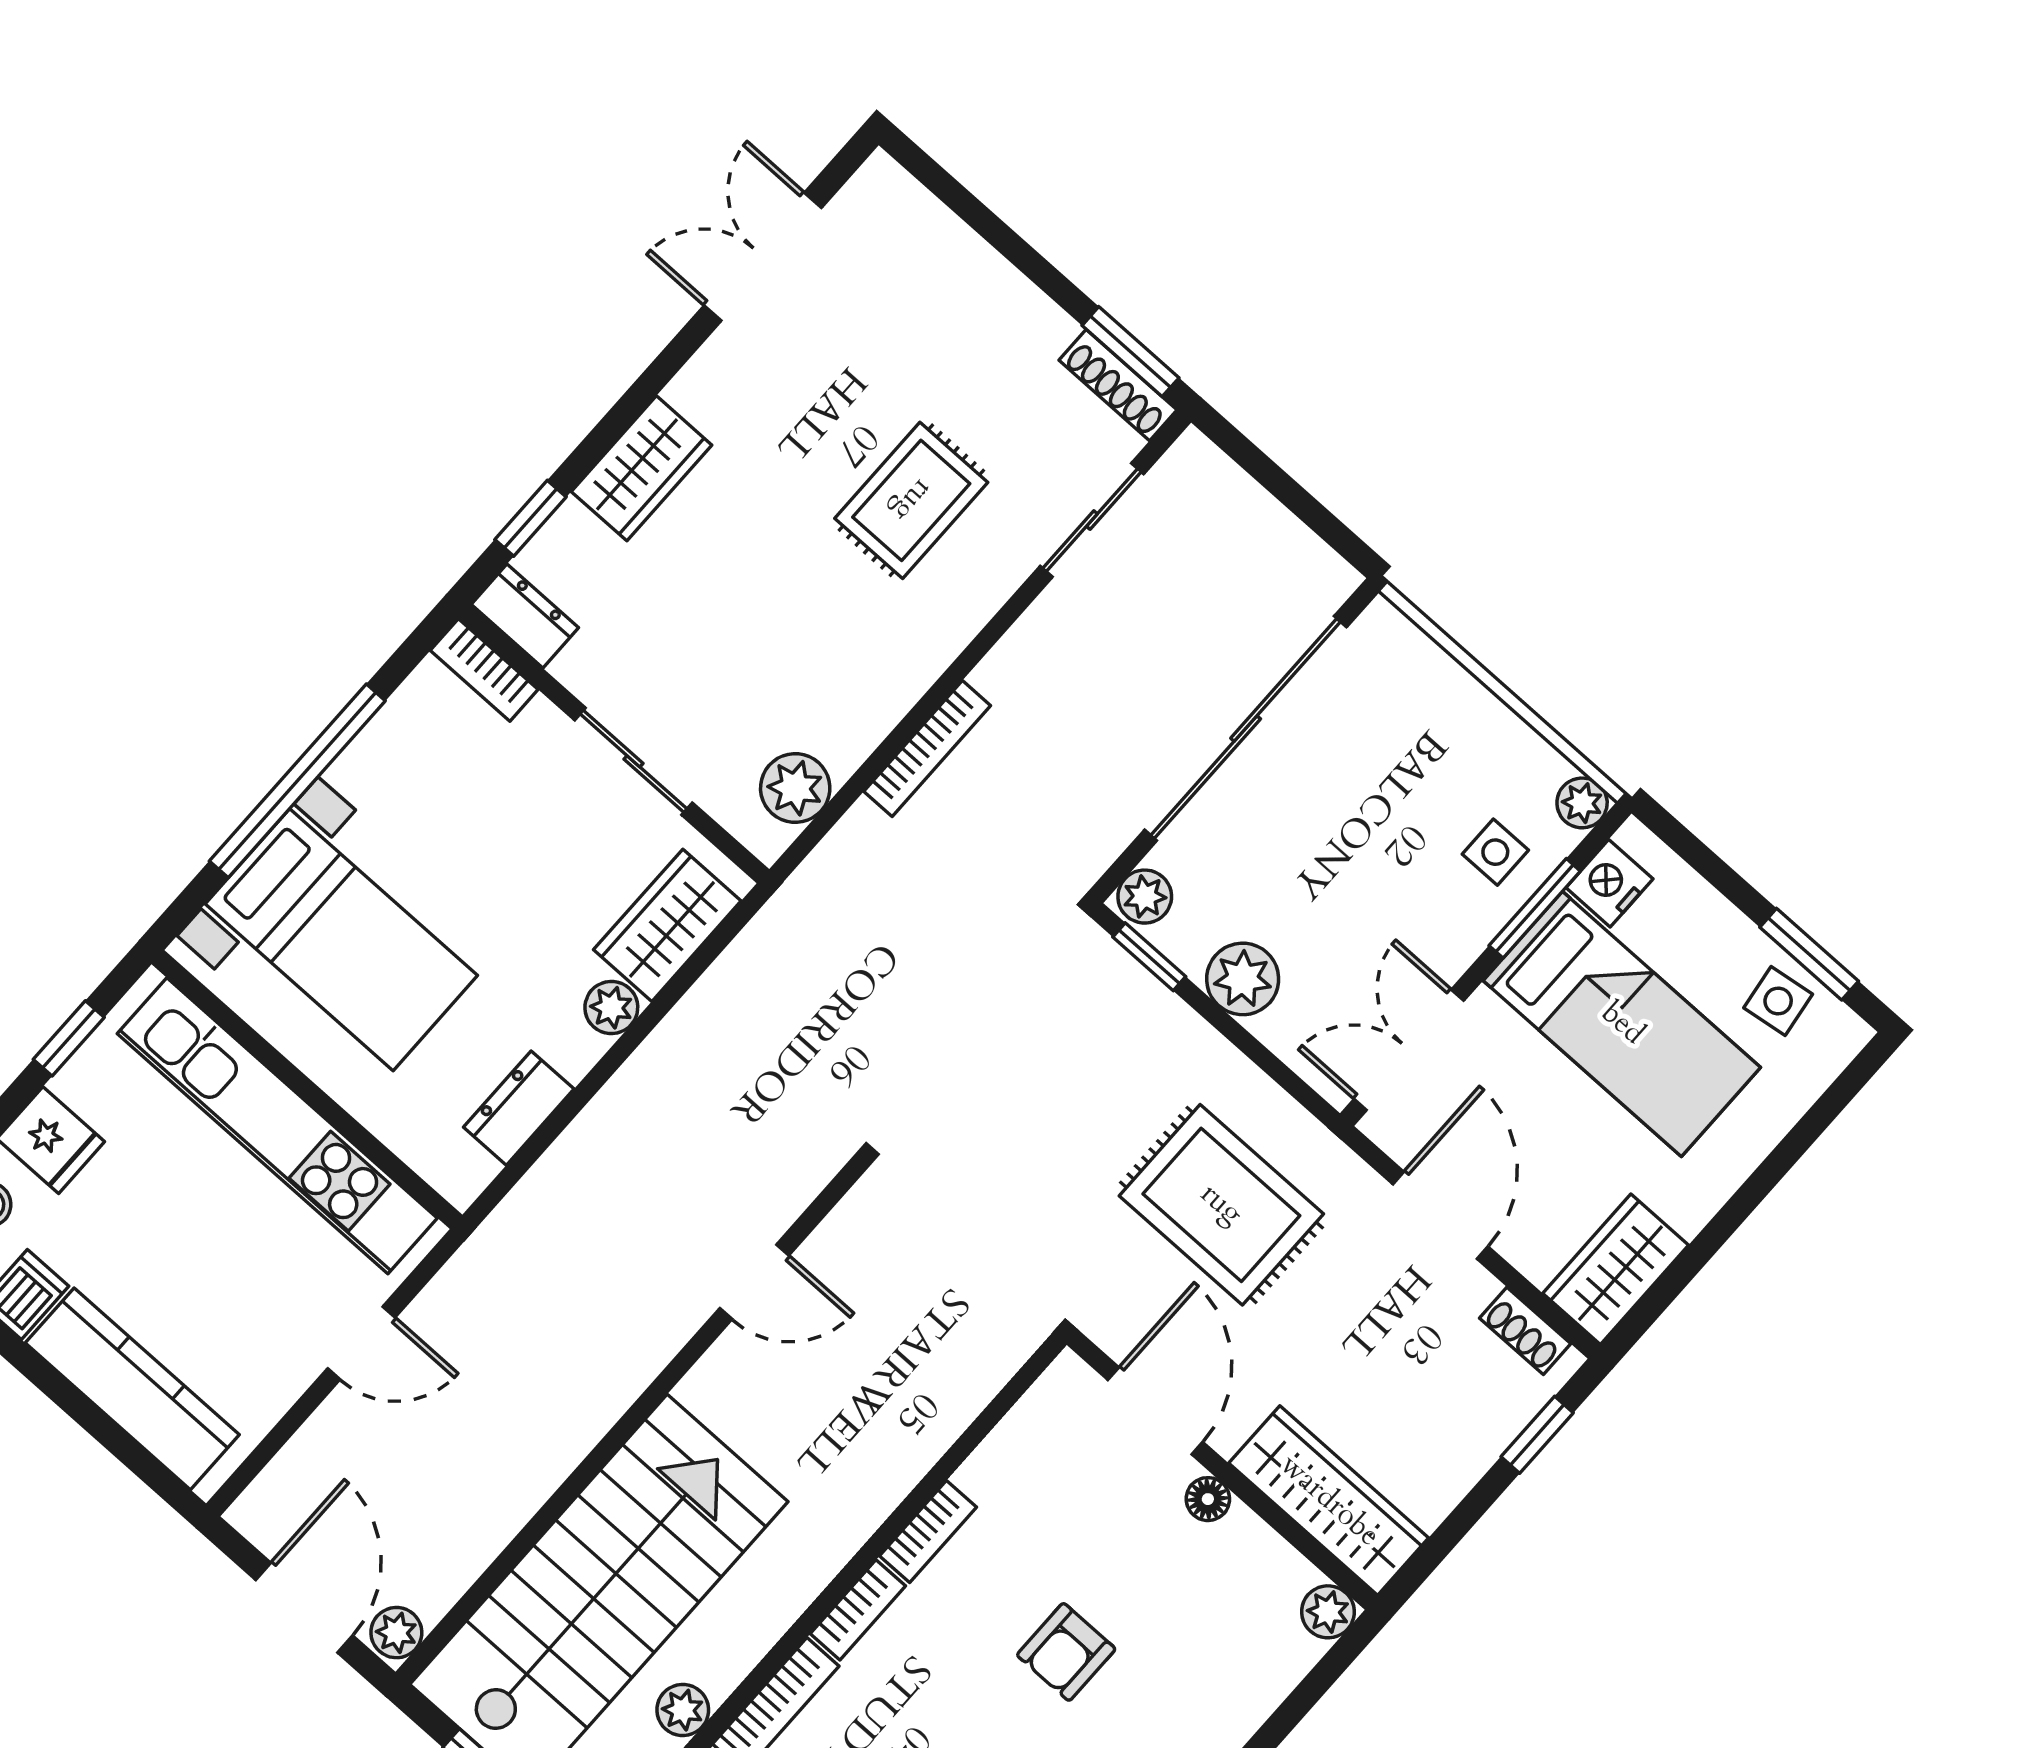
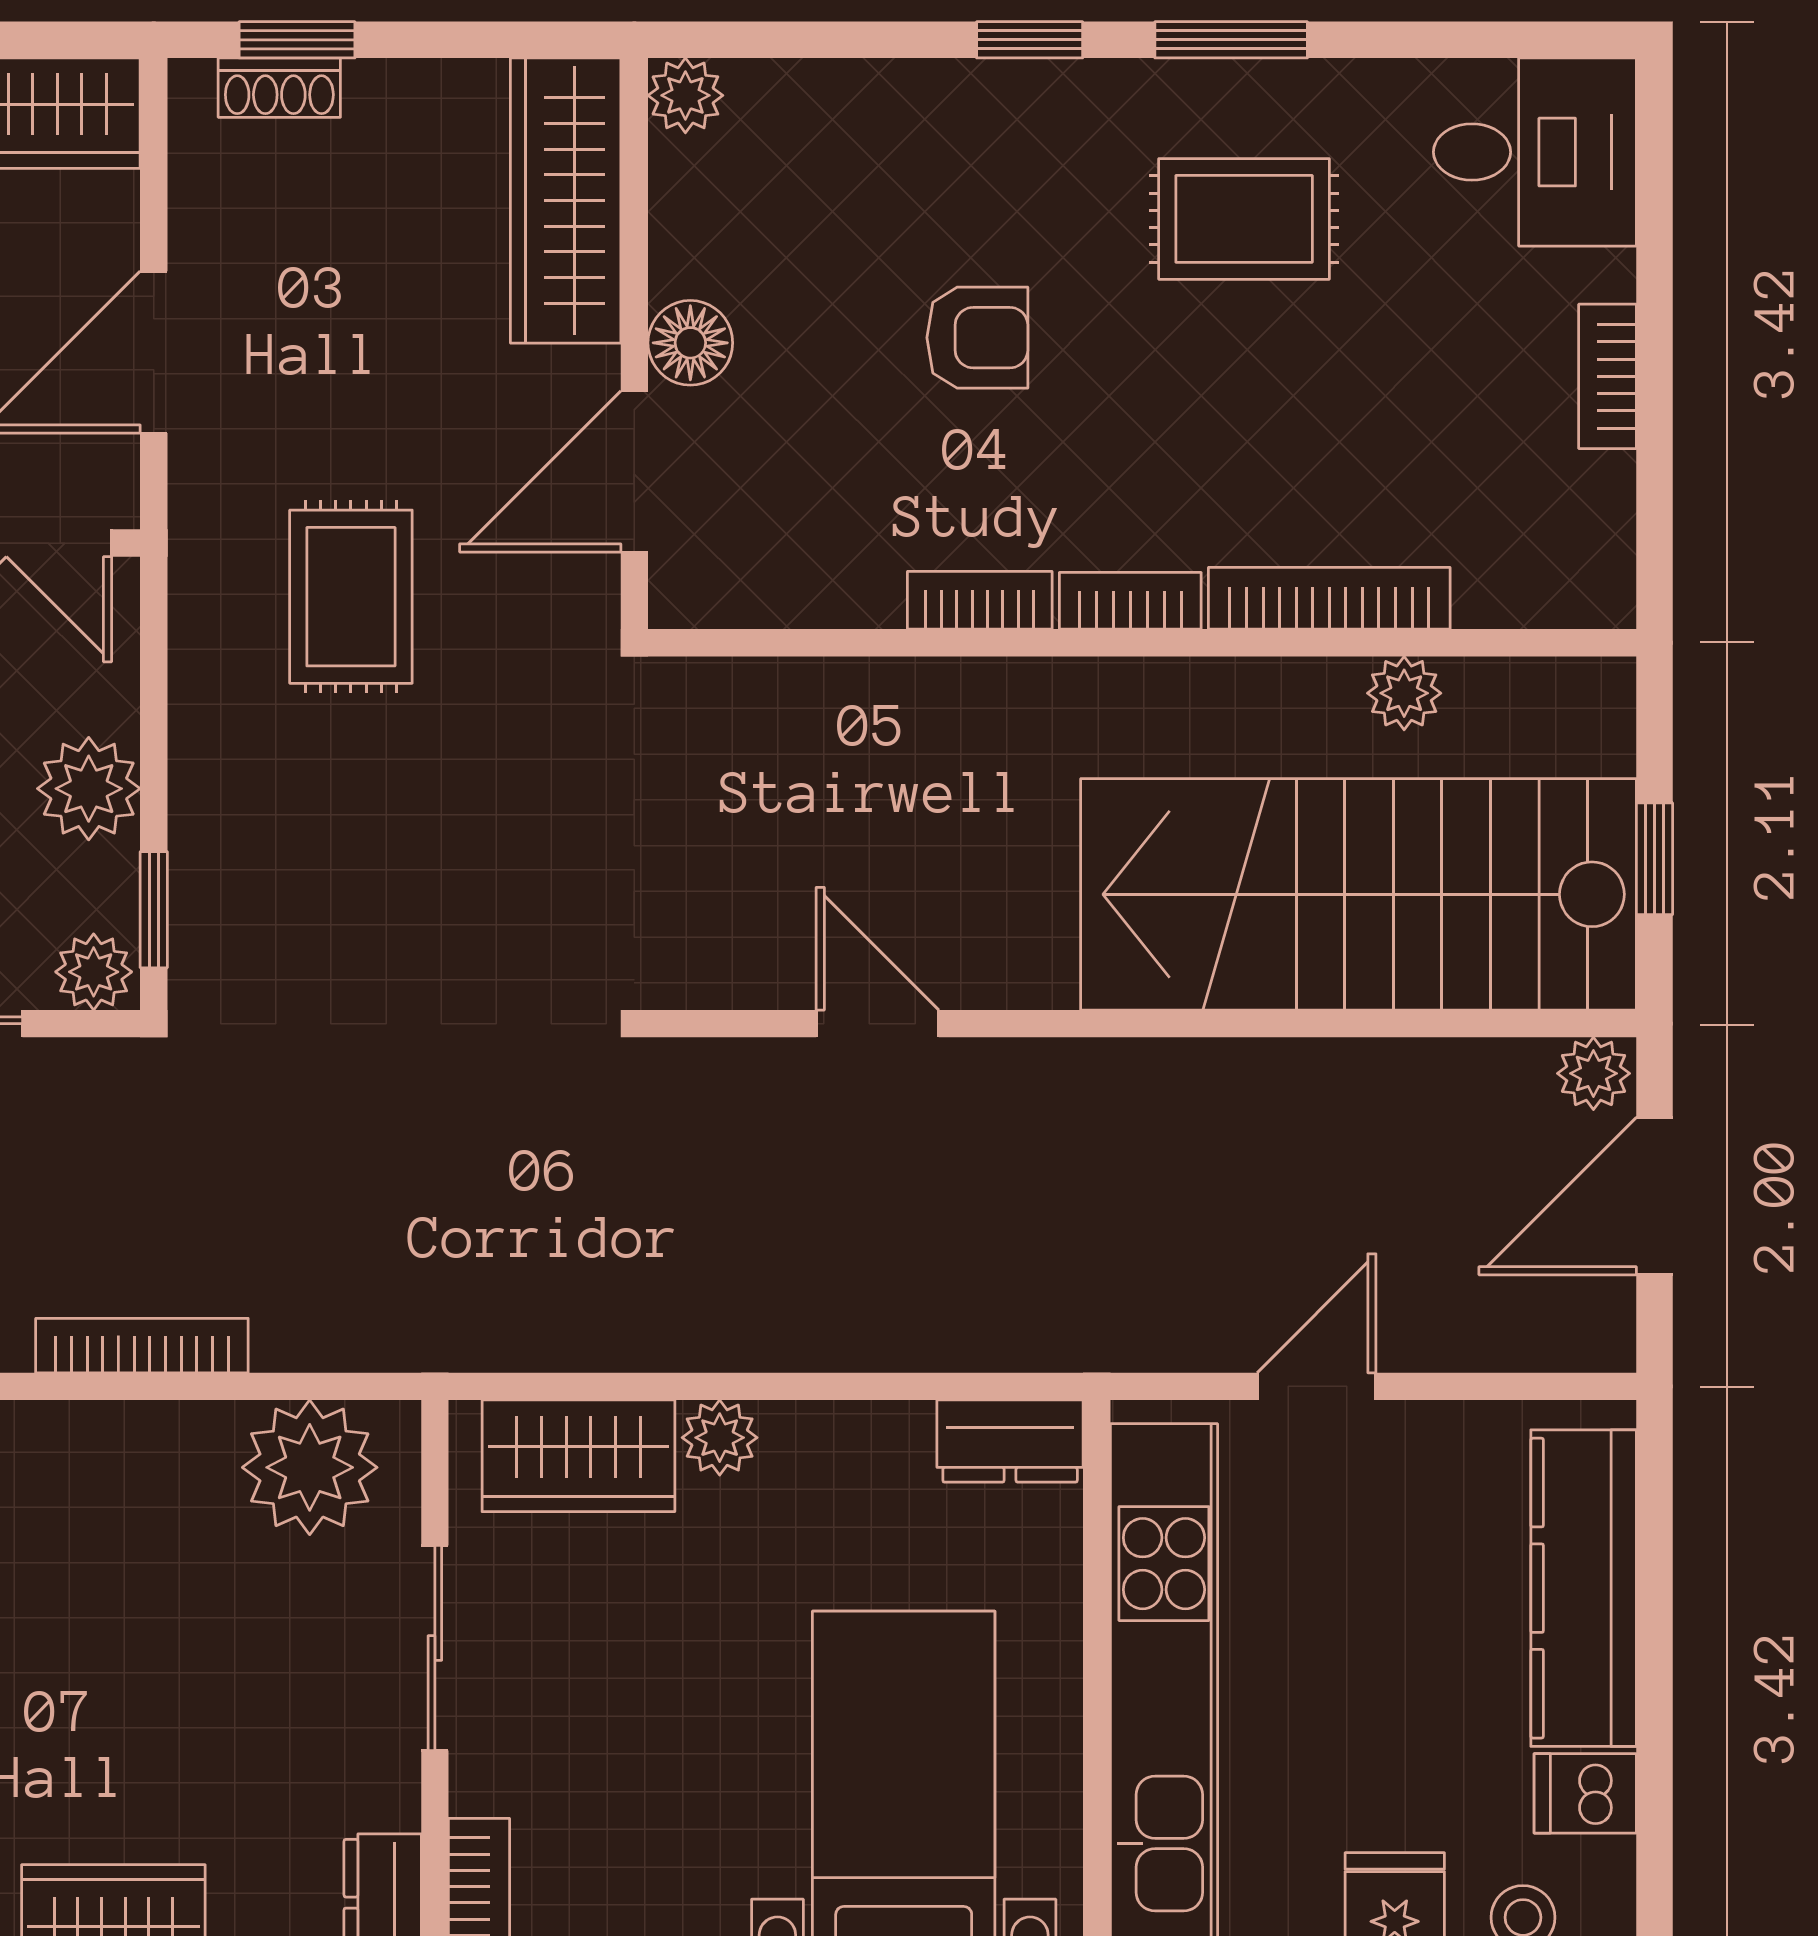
plant: (795, 788) -> (310, 1467), width x1.36, depth x1.36
dresser: (519, 1108) -> (1010, 1441), moved
rug: (1221, 1205) -> (351, 597), width x0.73, depth x0.70
shoe rack: (1525, 1331) -> (279, 88), moved, turned 90
door: (361, 1343) -> (1317, 1386), hinge flipped
floor lamp: (1208, 1499) -> (690, 343), width x1.37, depth x1.37

